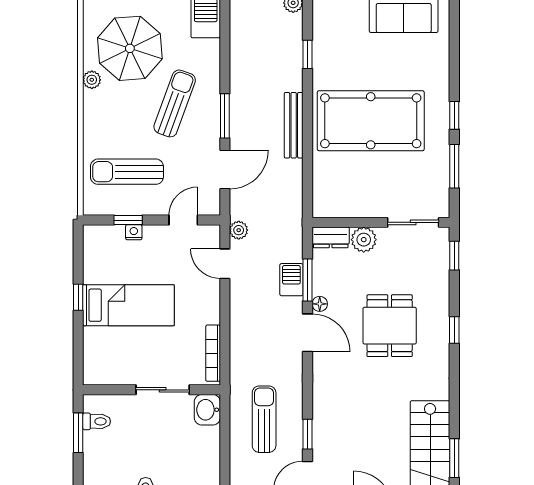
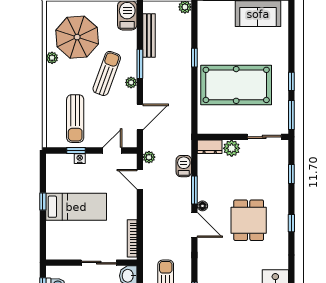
window: (307, 54) -> (194, 58), moved
window: (225, 116) -> (140, 64), moved
plant: (212, 117) -> (131, 82), added
bench: (294, 125) -> (149, 35), moved
sun lounger: (127, 172) -> (75, 119), turned -90
wall: (381, 222) -> (243, 137), moved
sliding door: (413, 222) -> (264, 137), moved
dresser: (331, 237) -> (210, 147), moved
plant: (364, 240) -> (232, 148), moved
barbecue: (291, 280) -> (184, 166), moved

